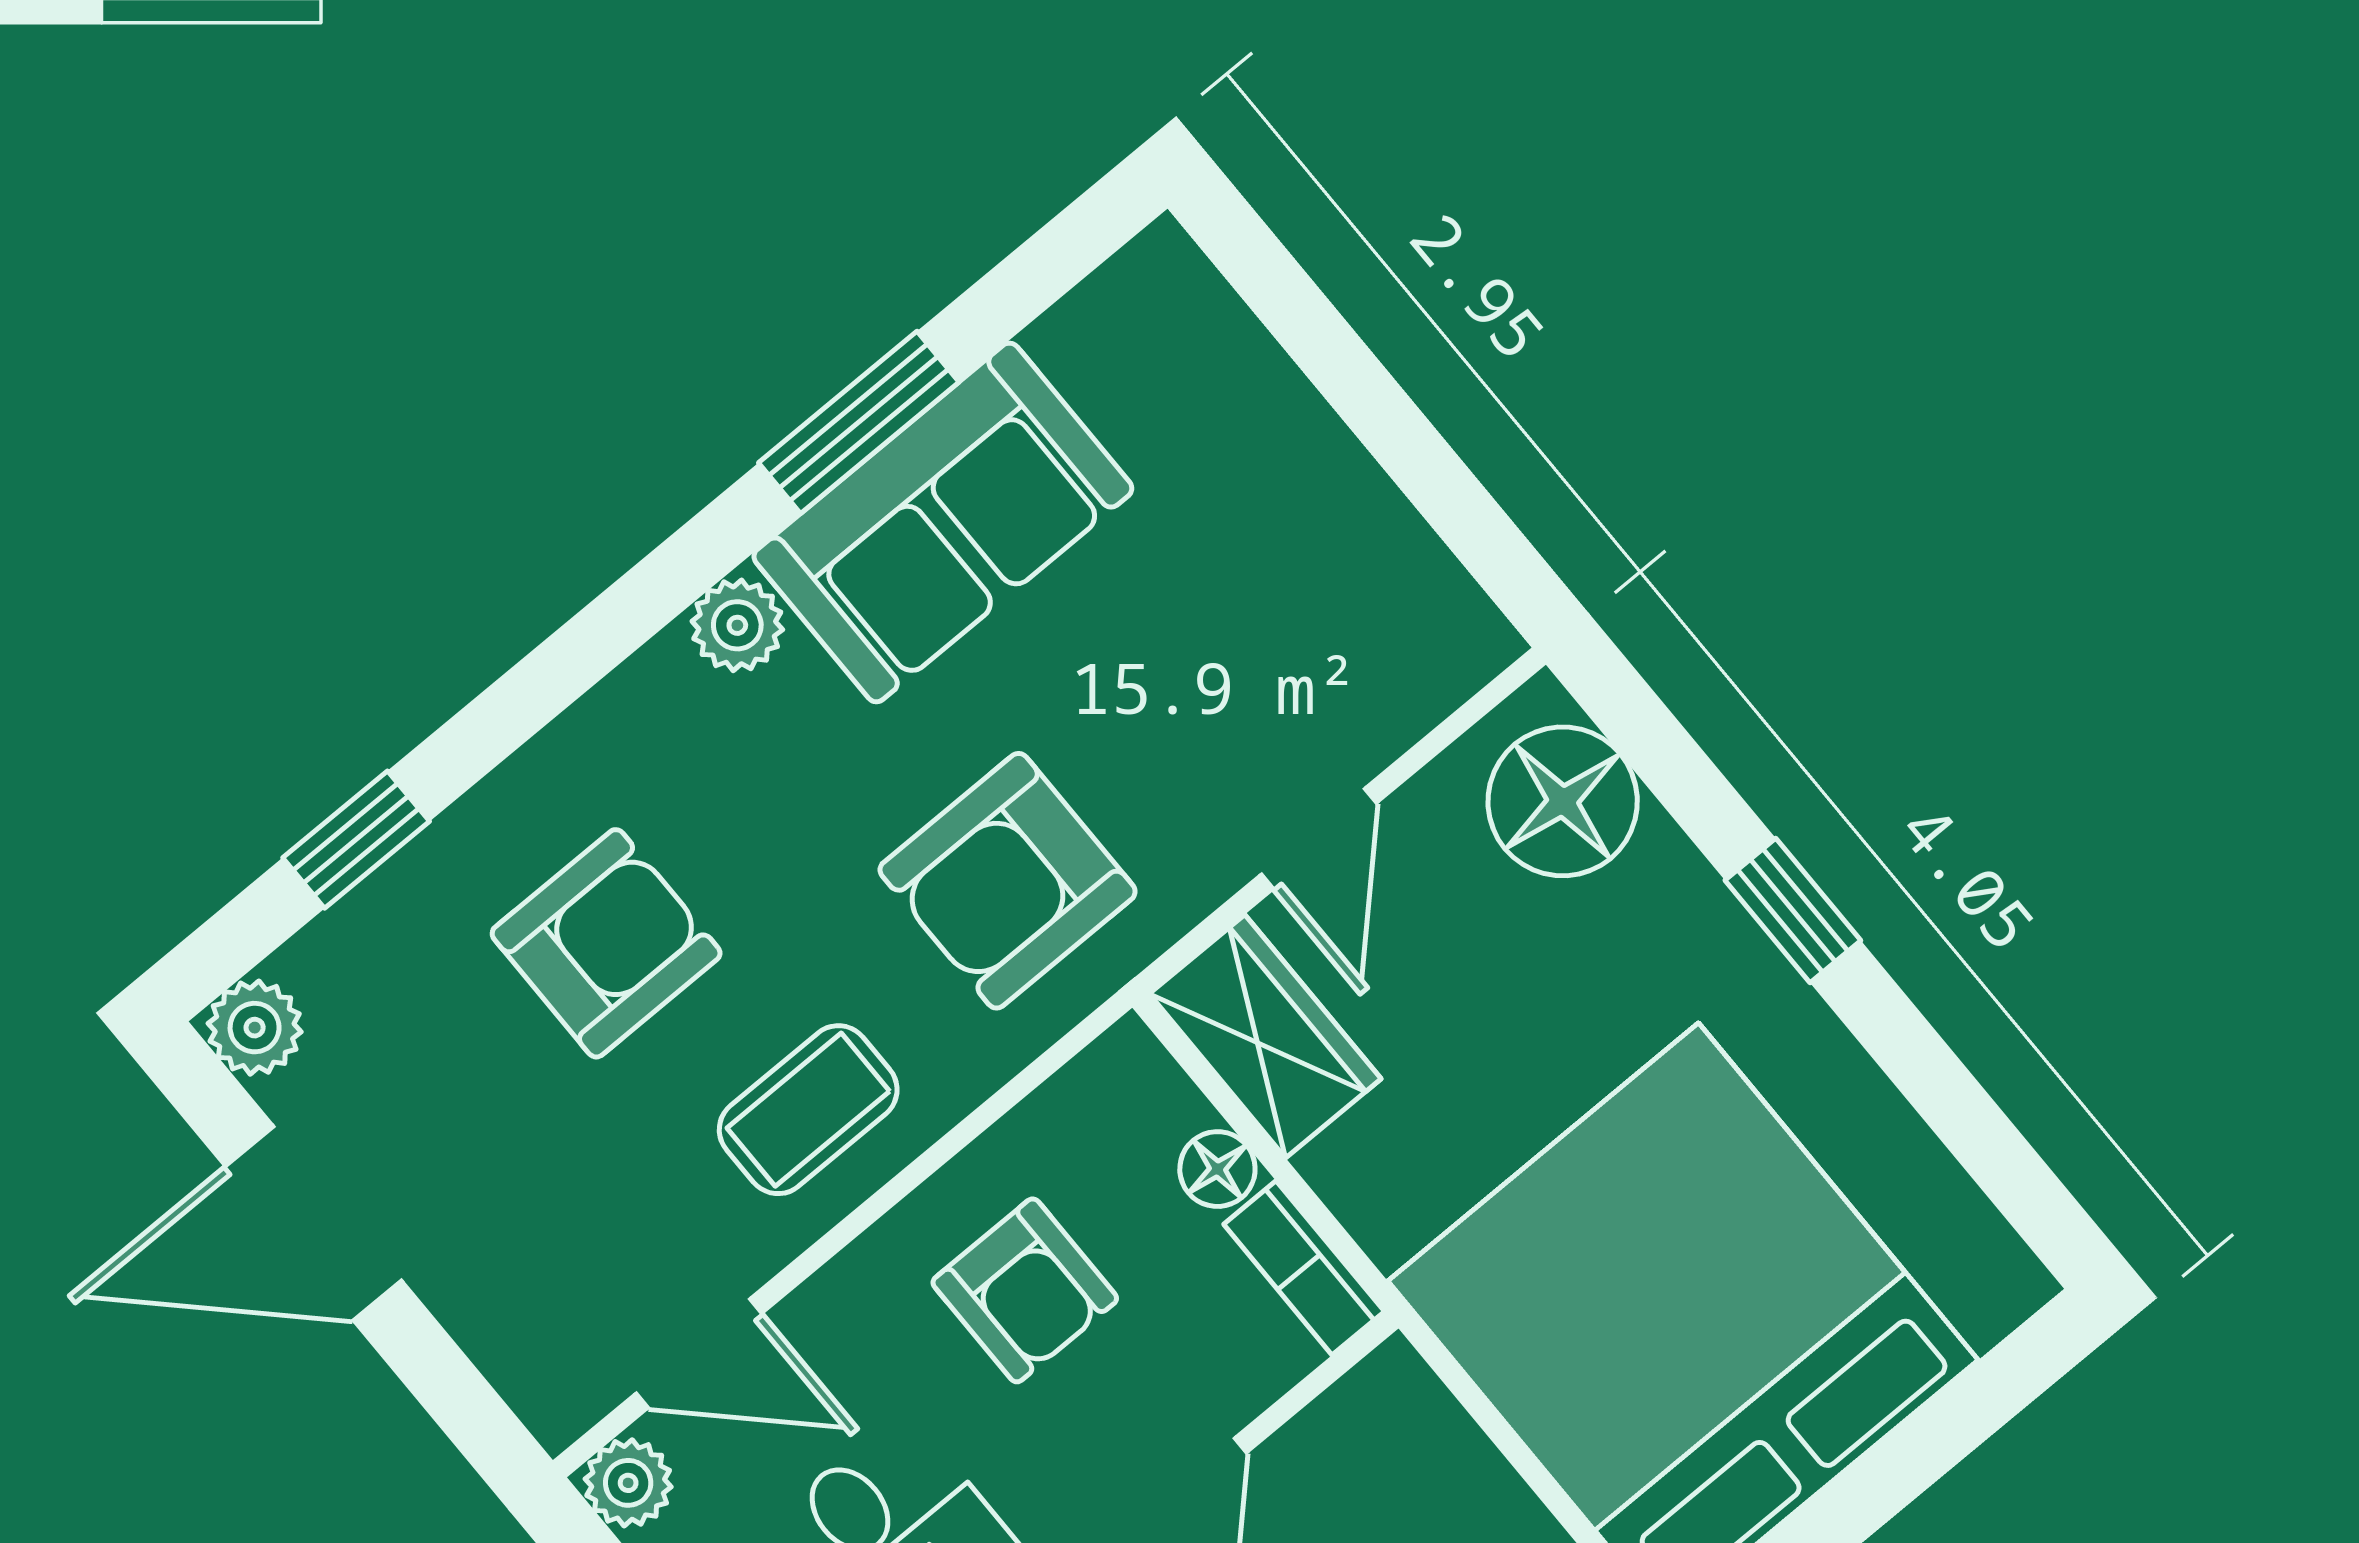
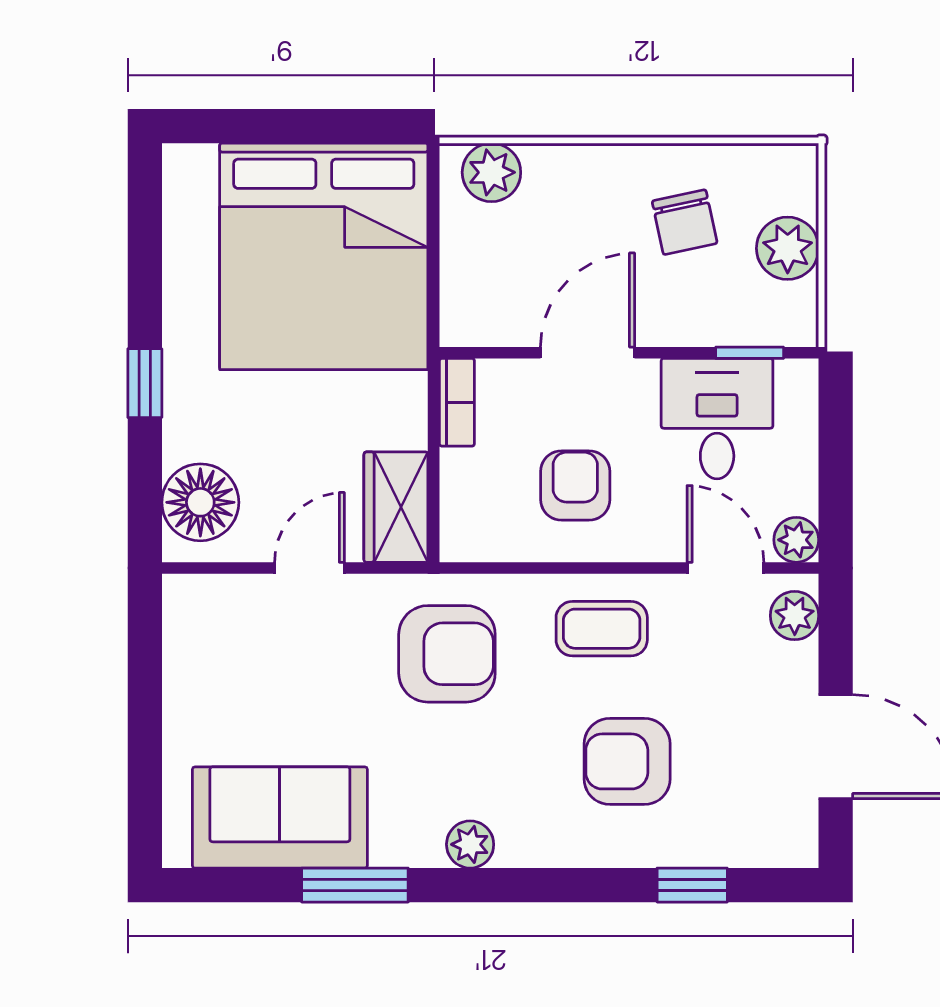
sofa: (943, 522) -> (280, 817), moved
plant: (255, 1028) -> (795, 616), moved
floor lamp: (1217, 1169) -> (459, 470), removed

